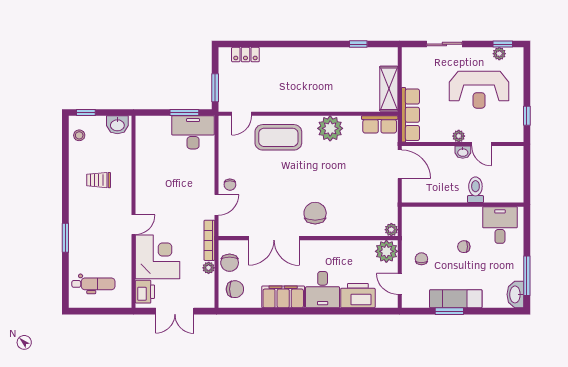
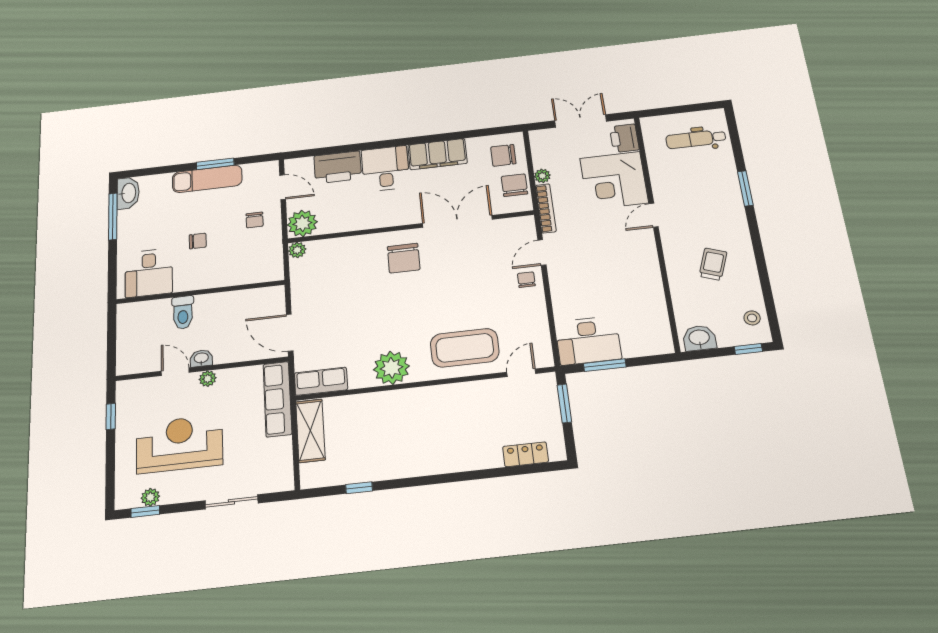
trolley: (99, 180) -> (713, 264), turned -70

